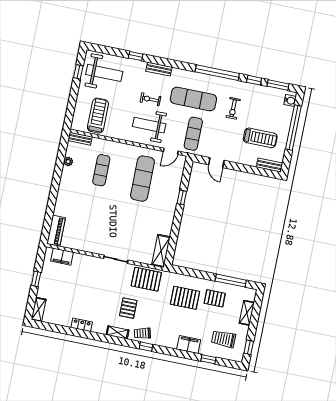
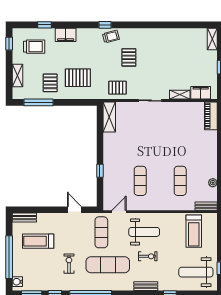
exercise mat: (142, 179) -> (140, 181), width x0.73, depth x0.69
pallet: (146, 279) -> (118, 88), width x0.67, depth x0.71
pallet: (215, 298) -> (50, 83), turned 90
locker: (82, 325) -> (169, 33), removed
shelving: (118, 332) -> (180, 95), moved

